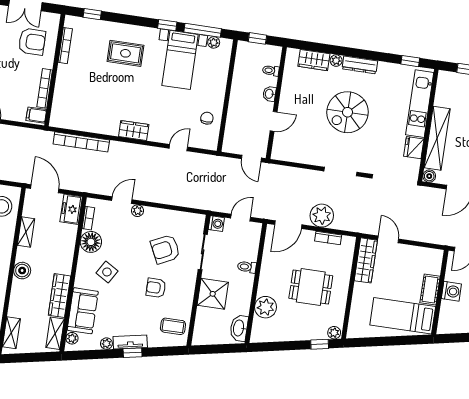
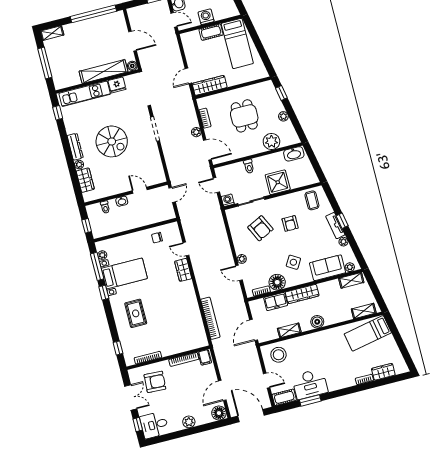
armchair: (32, 42) -> (155, 382), turned 93
wardrobe: (134, 130) -> (183, 270), moved
freezer: (71, 209) -> (276, 302), moved
plant: (322, 216) -> (196, 132), width x0.53, depth x0.53
wardrobe: (59, 296) -> (302, 294), moved
plant: (334, 333) -> (283, 116), moved

